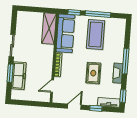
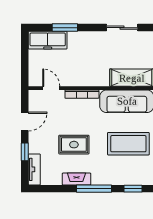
sliding door: (12, 46) -> (122, 28), moved
freezer: (19, 76) -> (48, 40), moved
window: (123, 96) -> (133, 189), moved
door: (74, 107) -> (25, 121), hinge flipped

